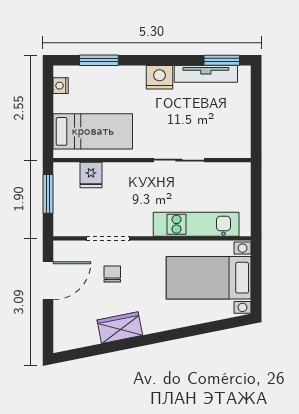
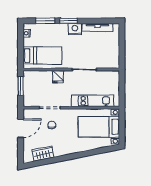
window: (222, 60) -> (68, 21), moved
fridge: (91, 175) -> (58, 77), moved
wardrobe: (120, 328) -> (43, 154), moved

